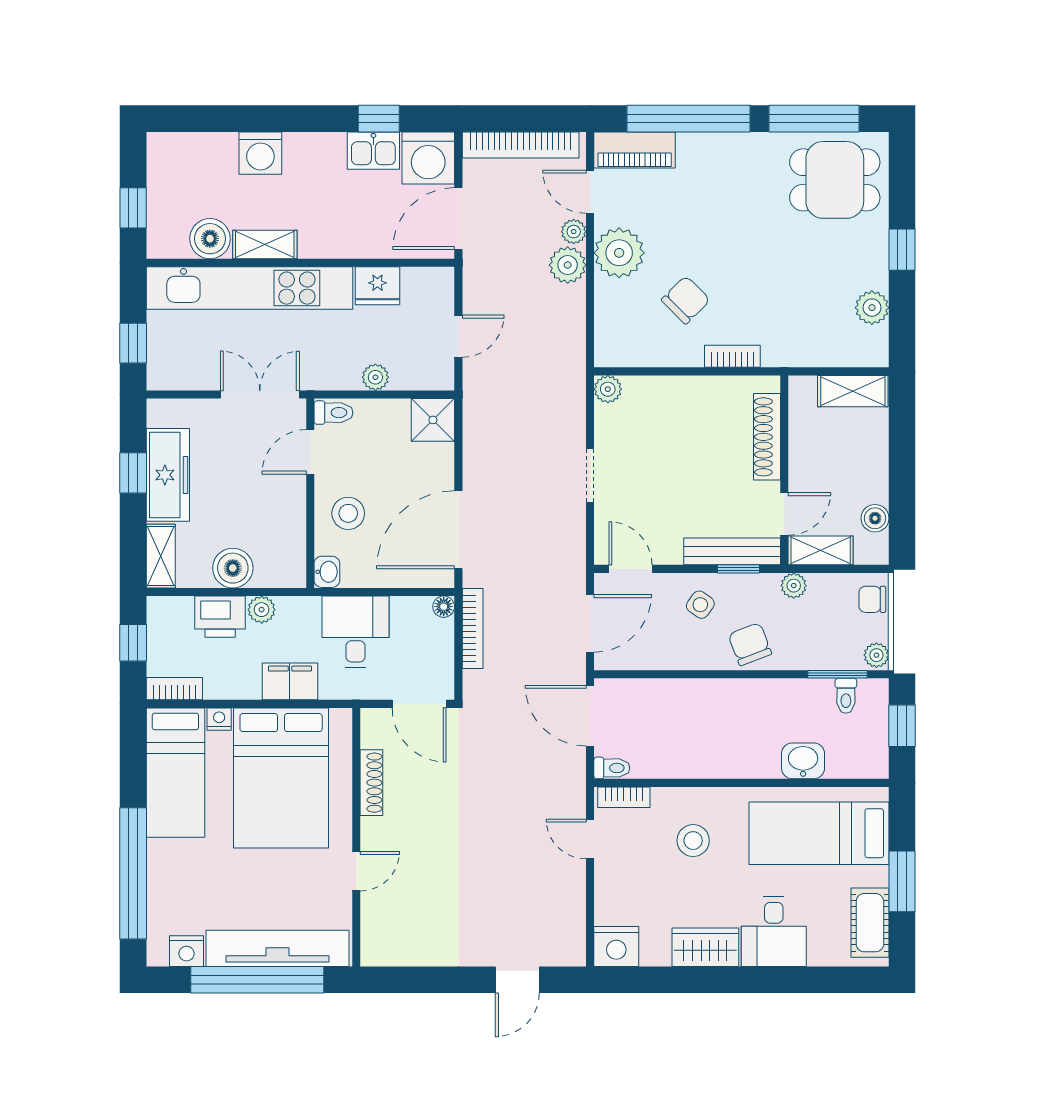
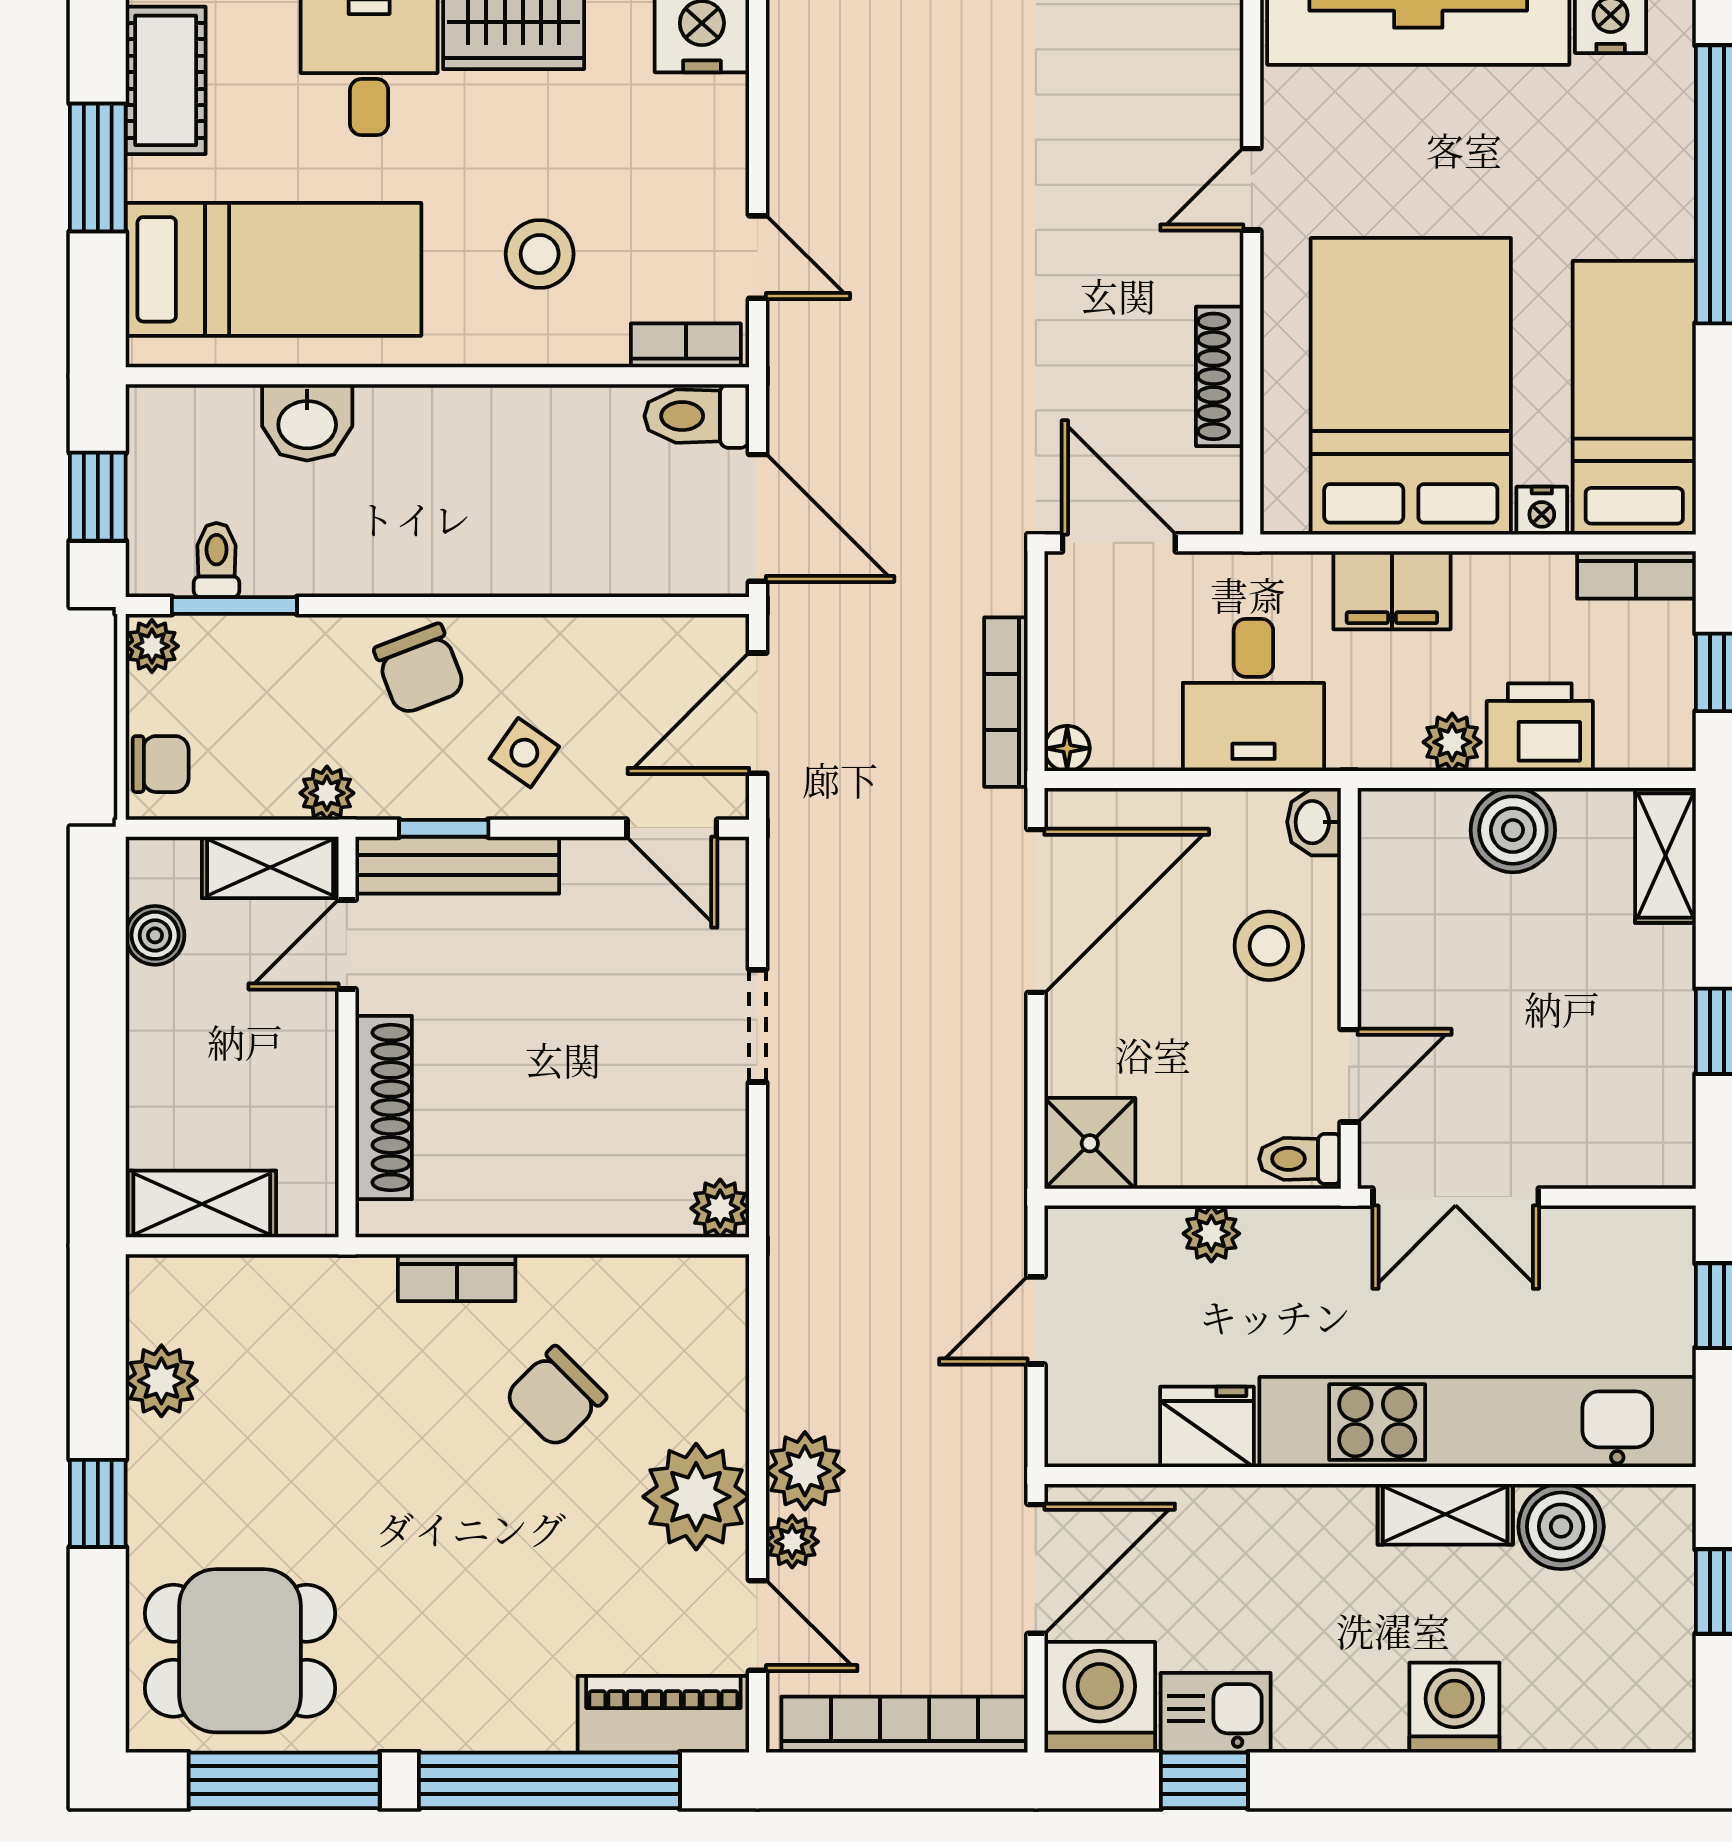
freezer: (168, 475) -> (1650, 1027), removed
toilet: (612, 768) -> (697, 416), width x1.37, depth x1.39

